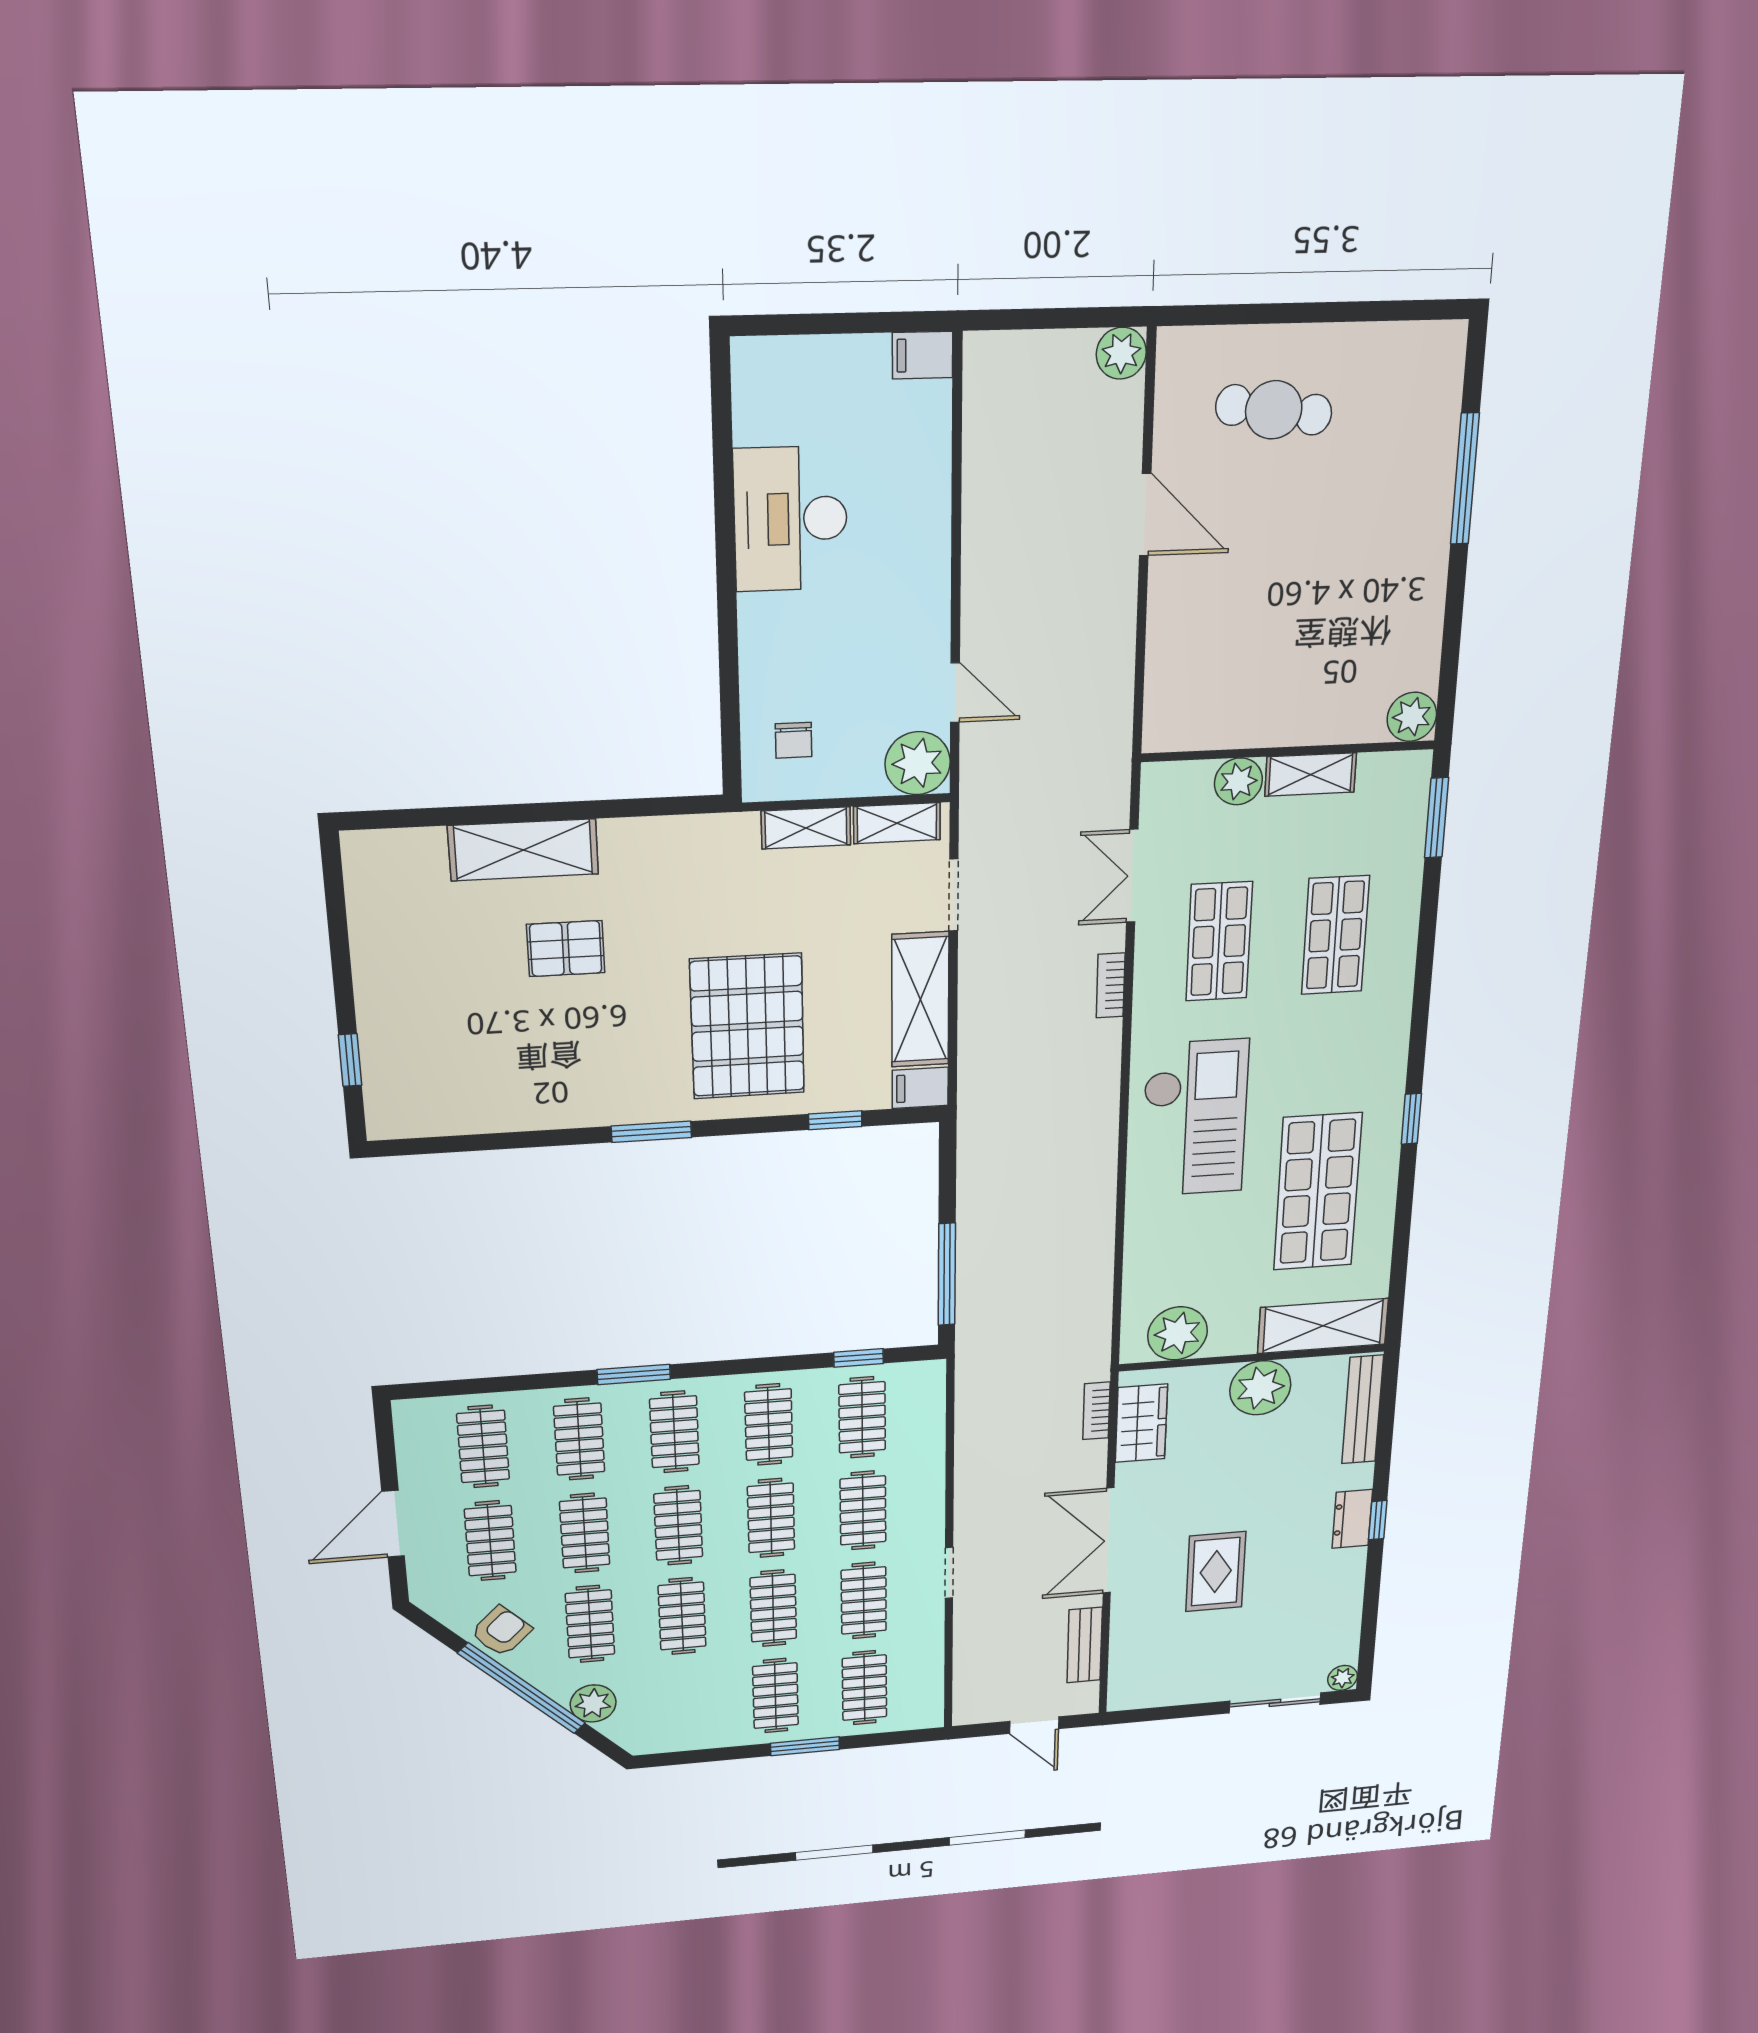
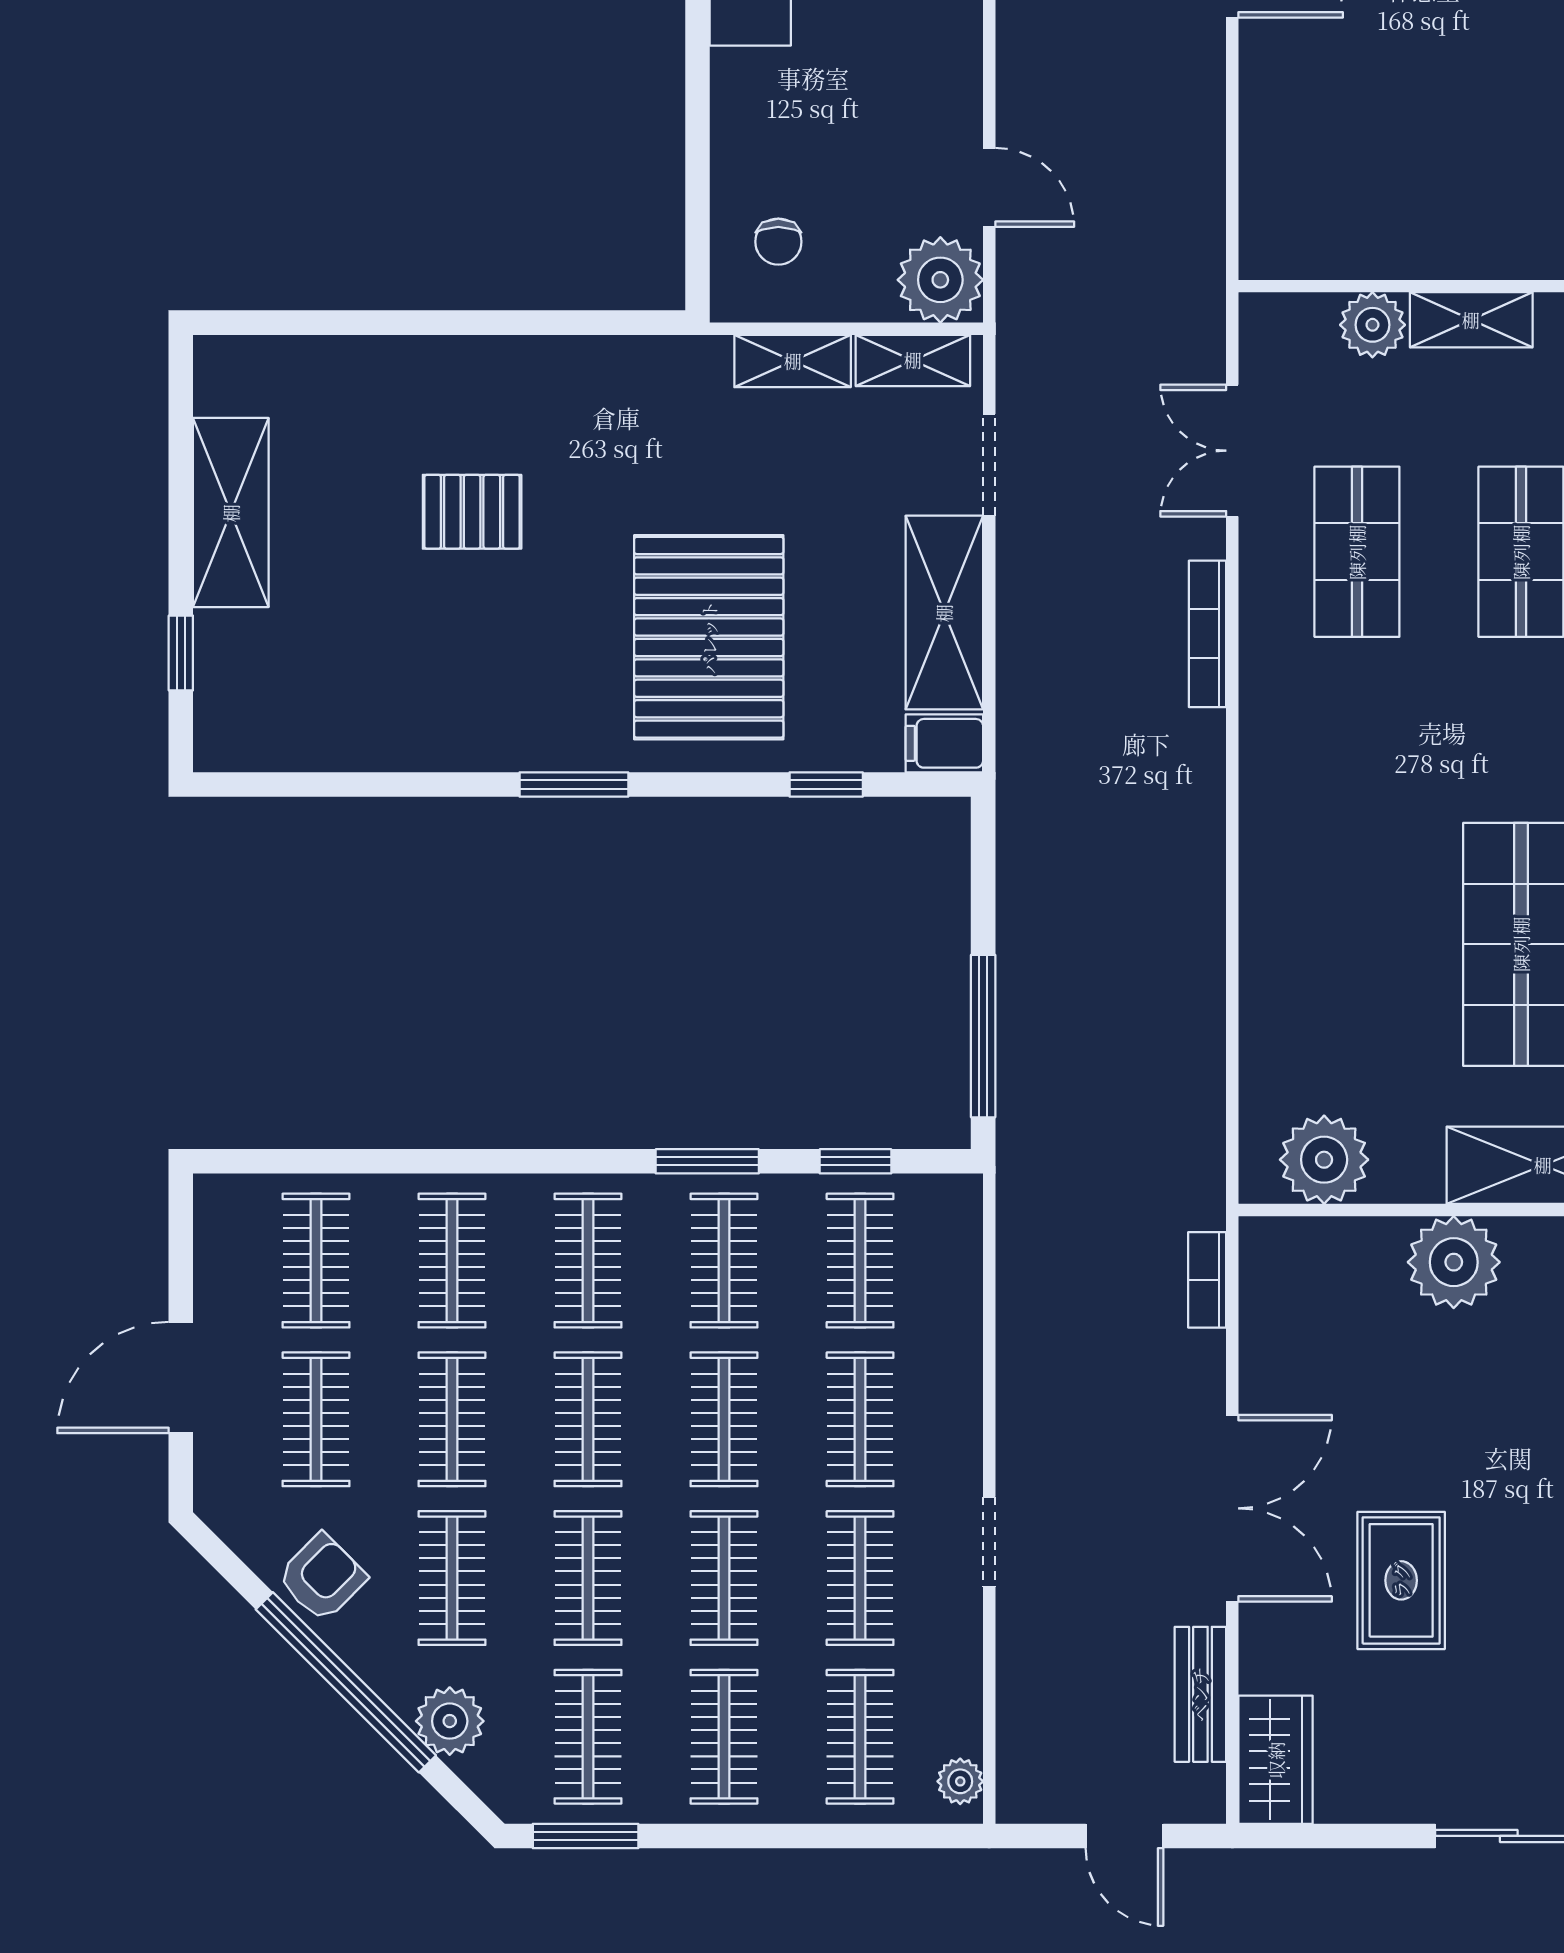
shelving: (523, 850) -> (231, 513), moved, turned 90
bookcase: (1111, 985) -> (1207, 634), width x1.56
checkout: (1194, 1118) -> (1334, 815), removed
window: (634, 1374) -> (707, 1161), moved
wardrobe: (1141, 1423) -> (1276, 1760), moved
double door: (1109, 1541) -> (1232, 1508), swing flipped
clothes rail: (686, 1704) -> (588, 1737), added
plant: (929, 1706) -> (960, 1781), added
window: (805, 1746) -> (586, 1836), moved

